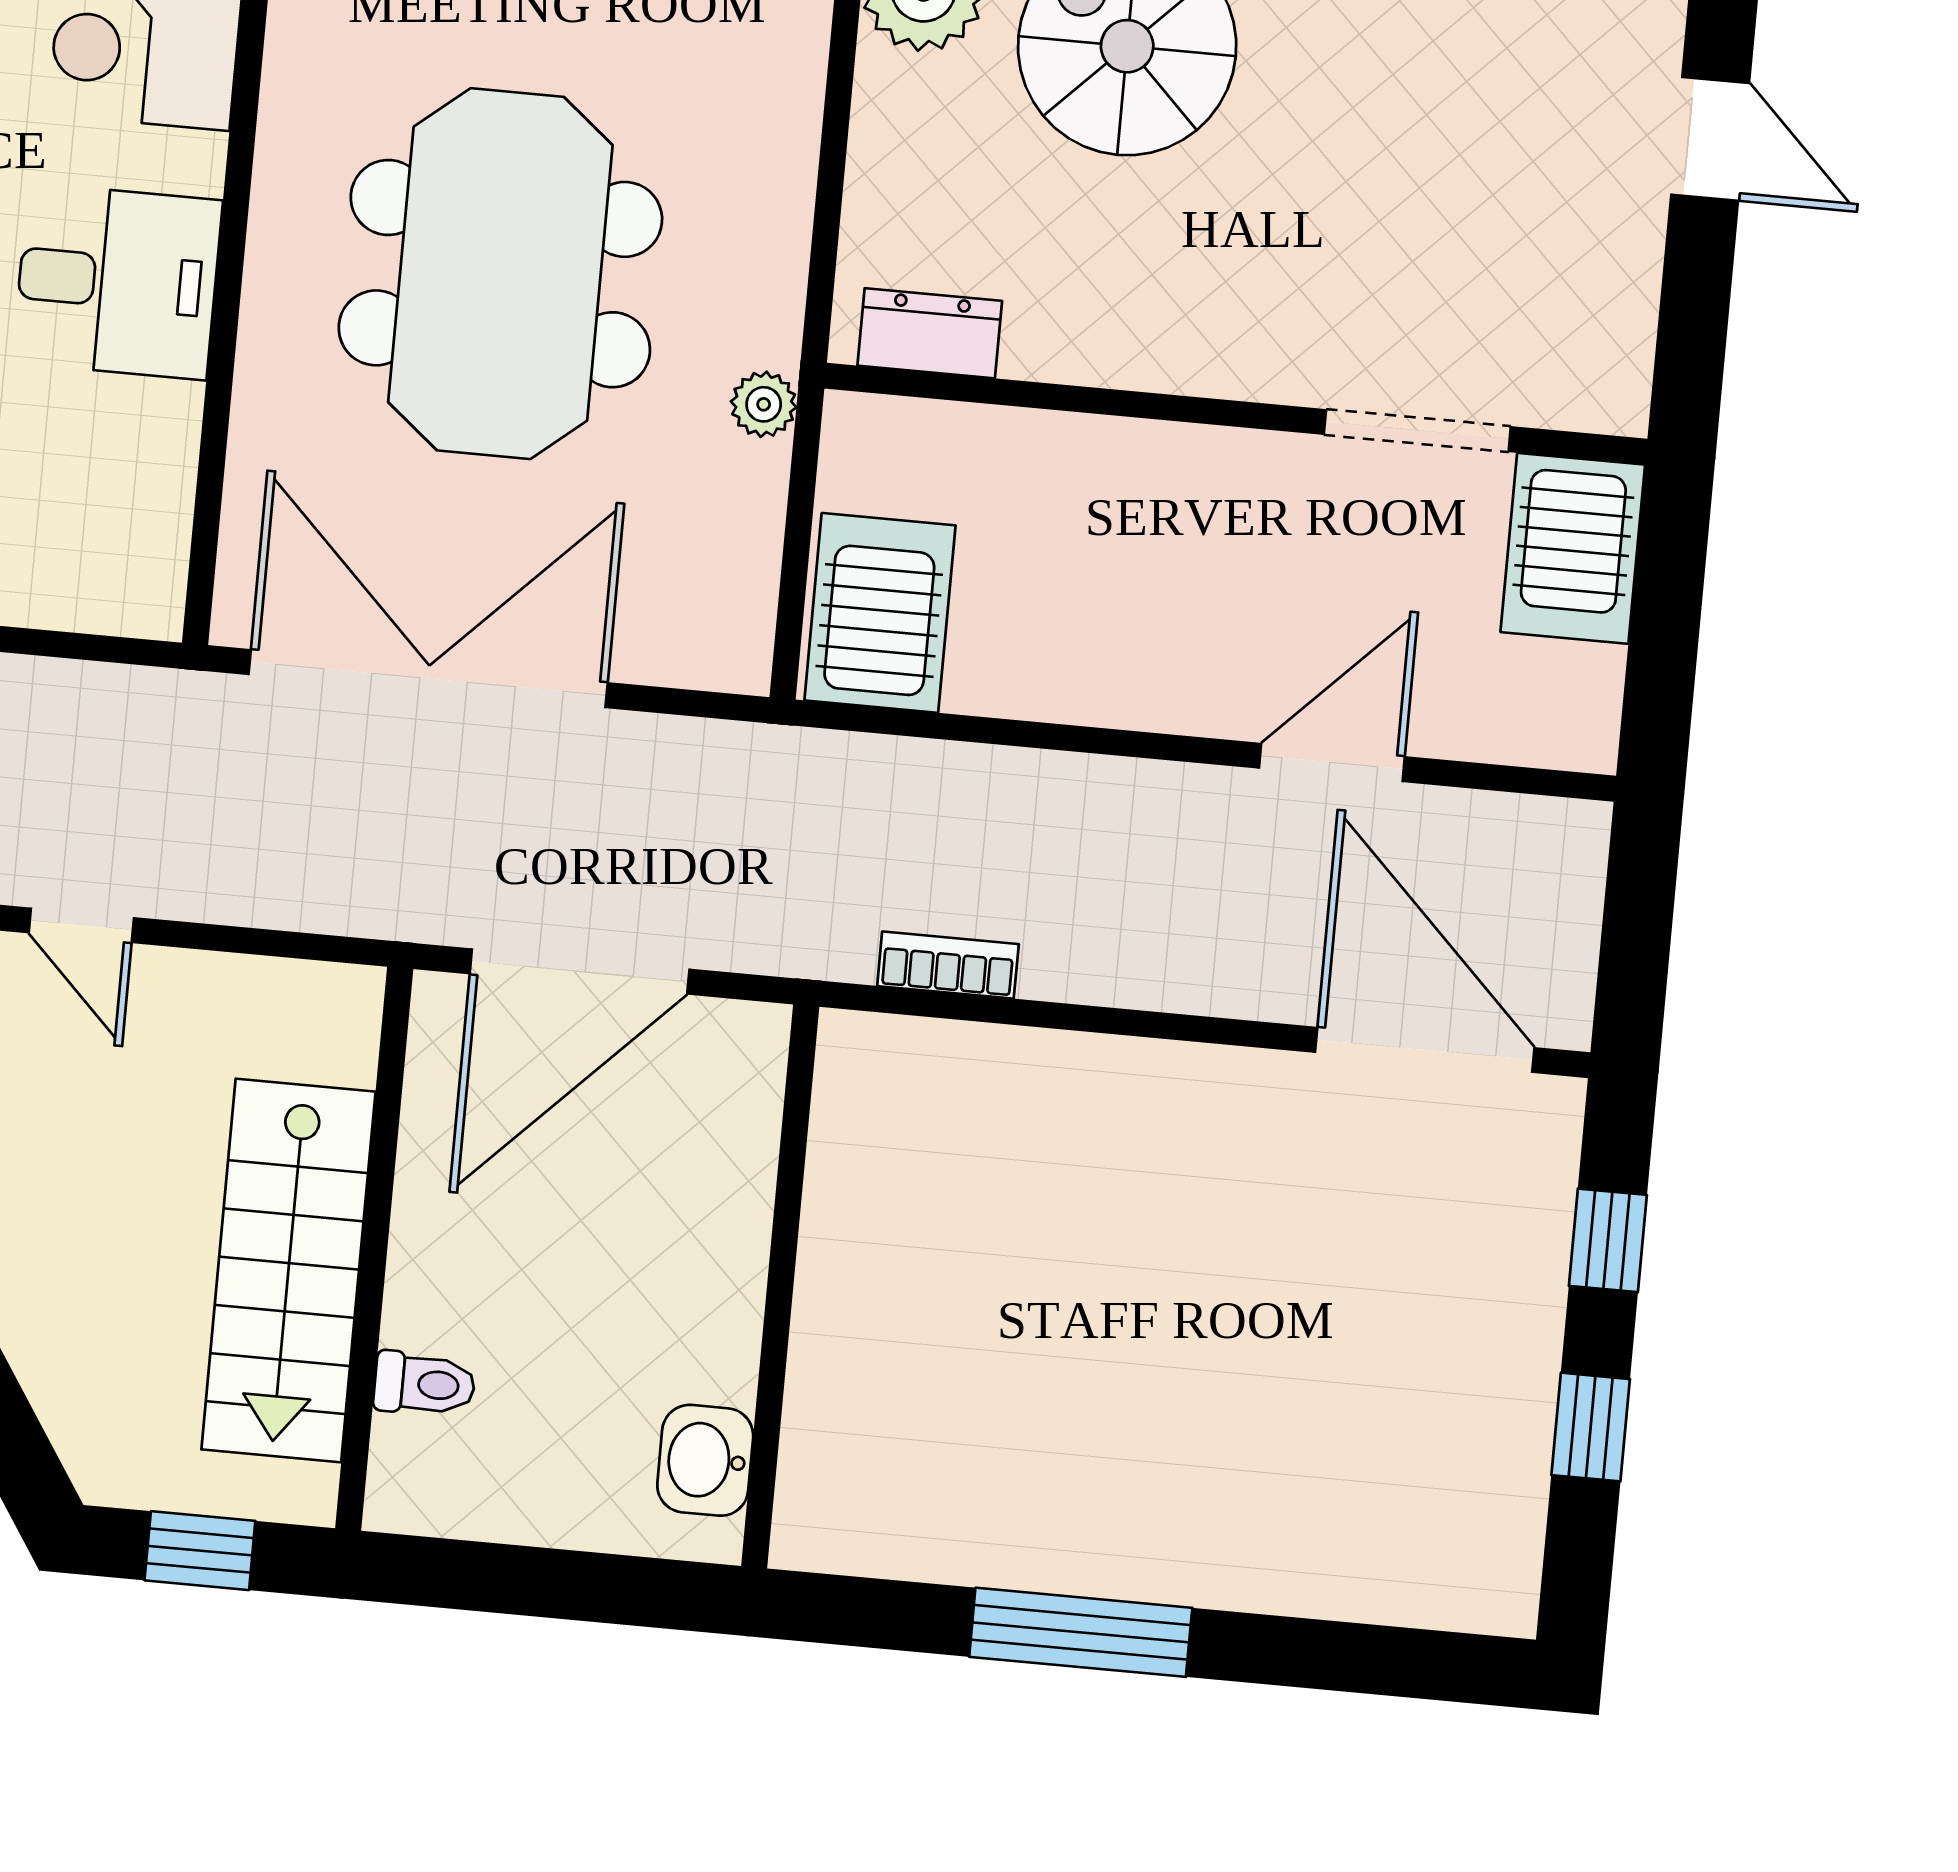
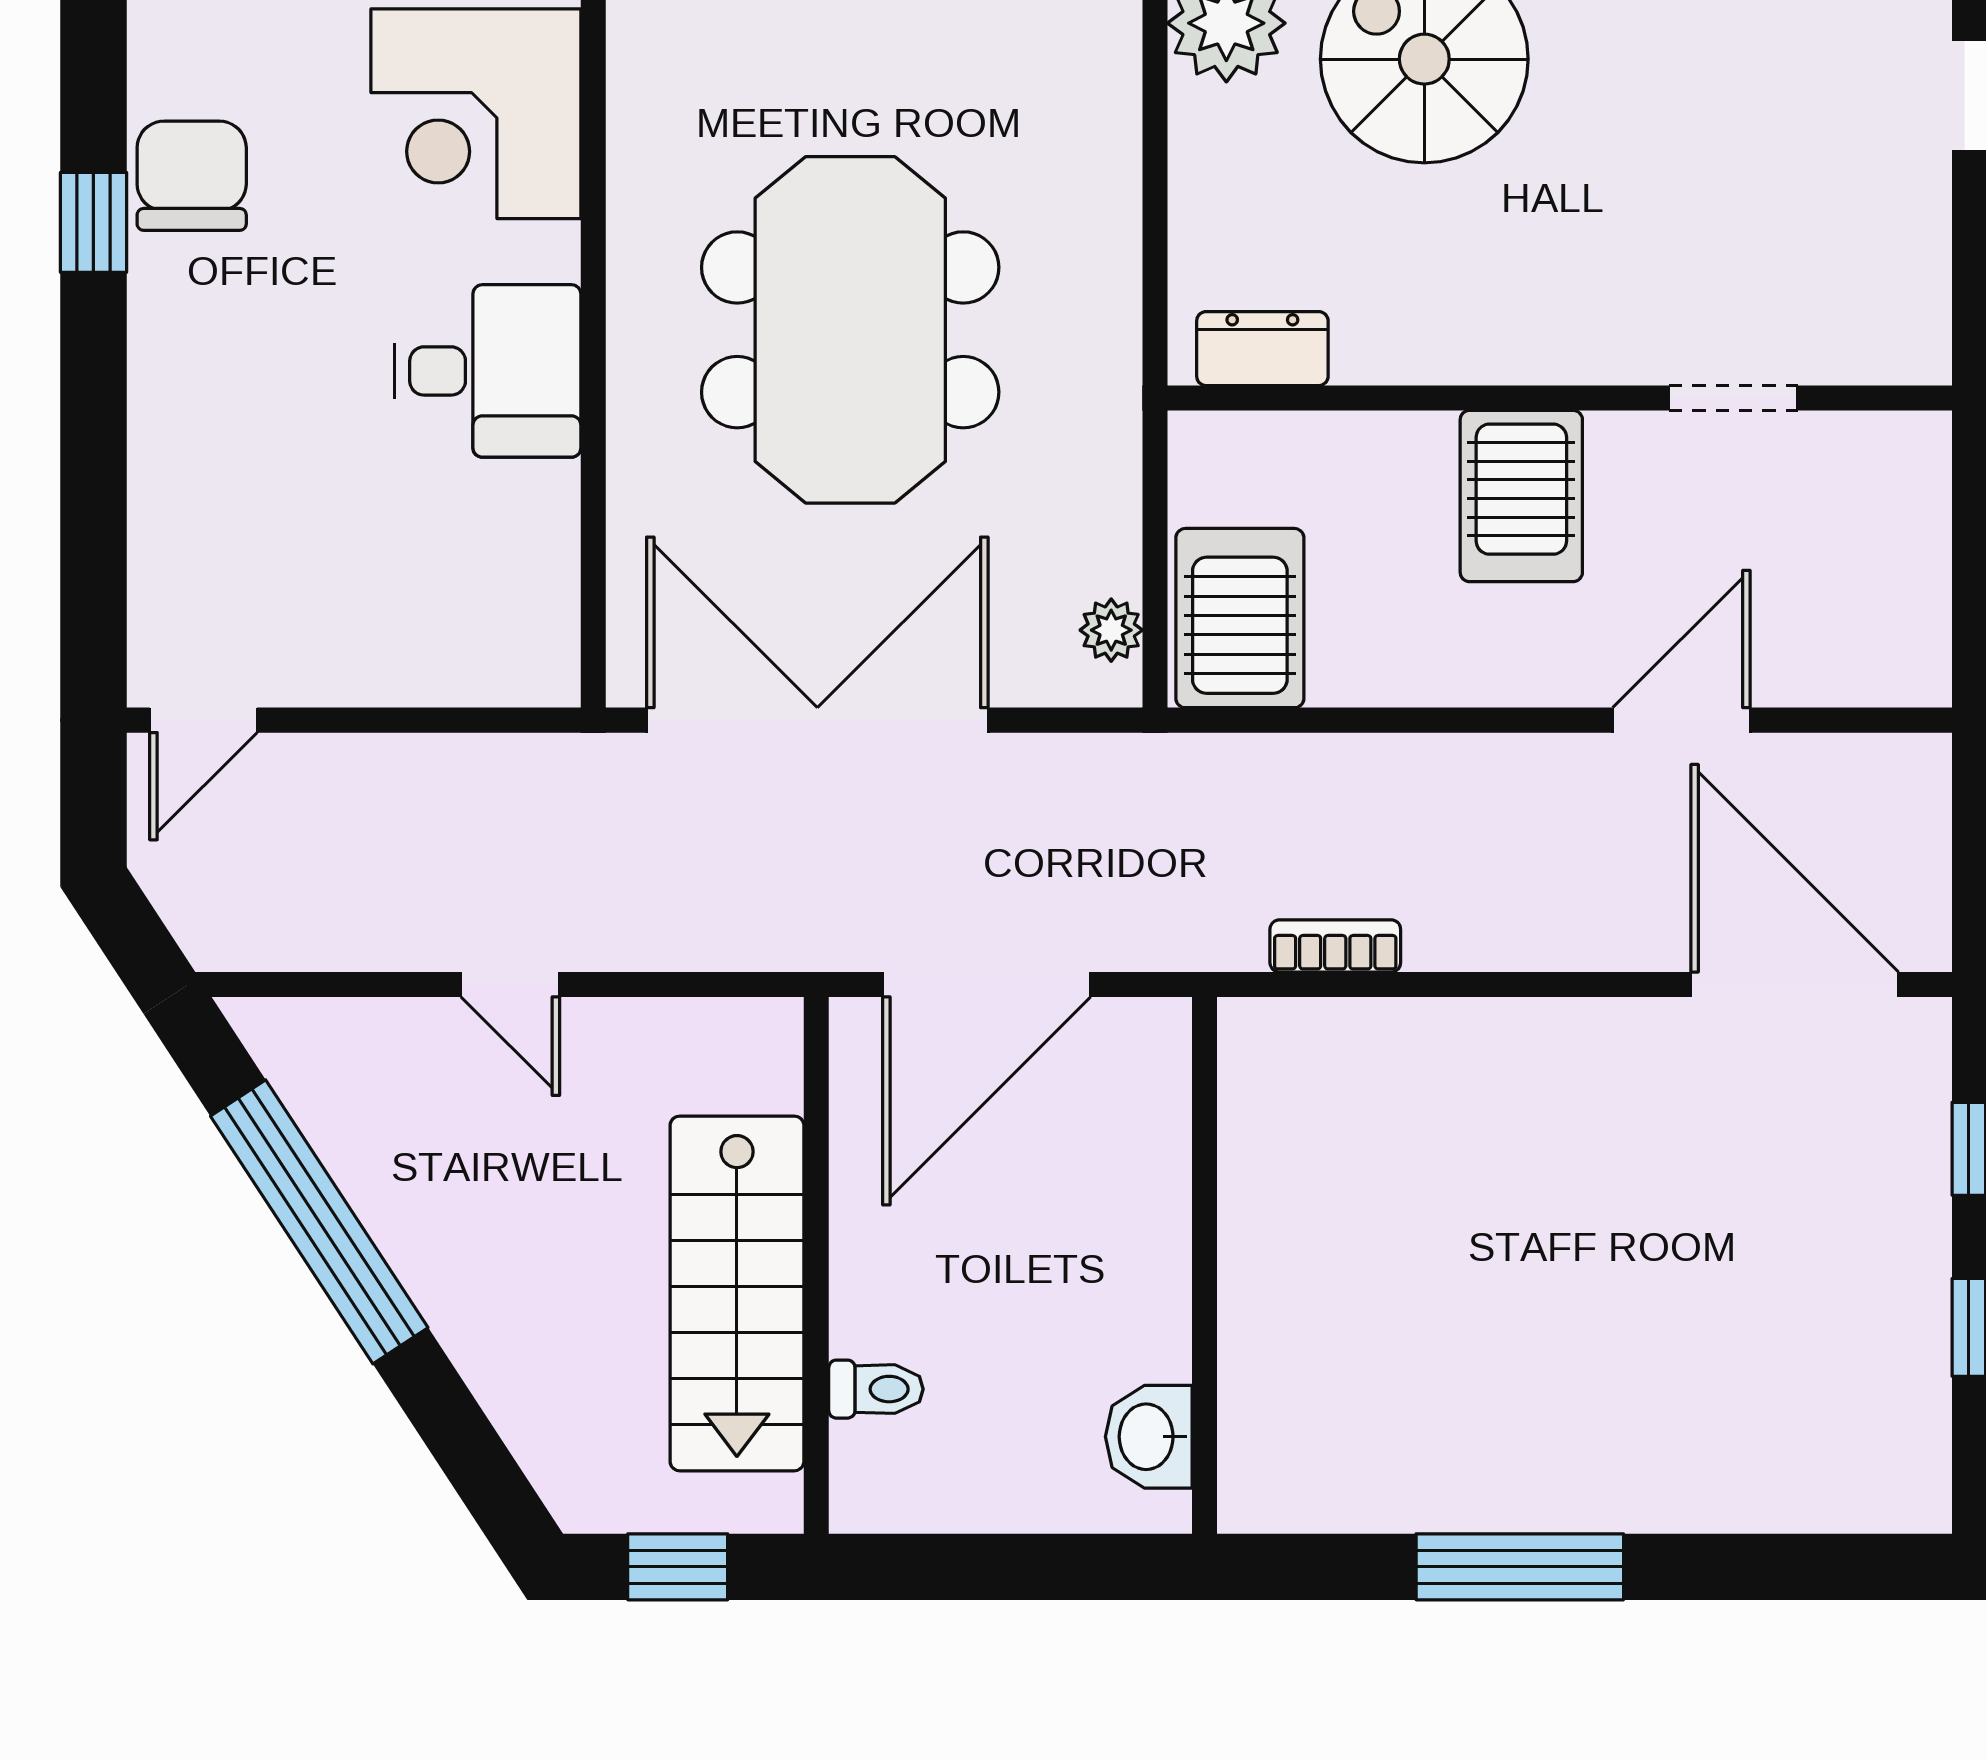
plant: (764, 404) -> (1111, 630), moved
doorway: (1417, 431) -> (1733, 398), width x0.73
server rack: (1573, 548) -> (1521, 496), moved

